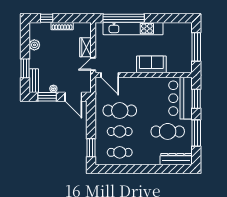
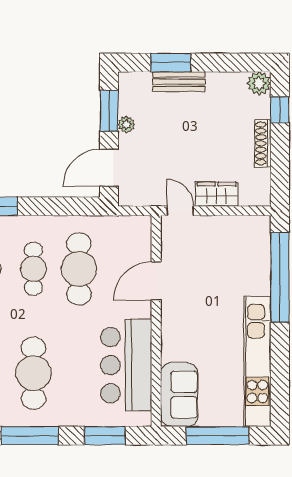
kitchen unit: (133, 29) -> (257, 362), moved
plant: (34, 45) -> (259, 83), moved
sofa: (151, 64) -> (179, 395), moved
door: (110, 75) -> (156, 281), moved
bench: (34, 81) -> (179, 82), moved
bar counter: (181, 98) -> (126, 365), moved, turned -90

